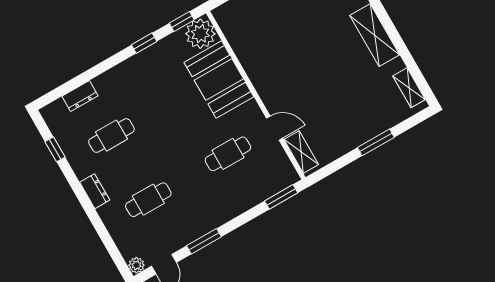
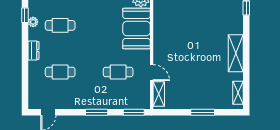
window: (204, 241) -> (97, 112), moved
plant: (136, 265) -> (33, 22), moved

